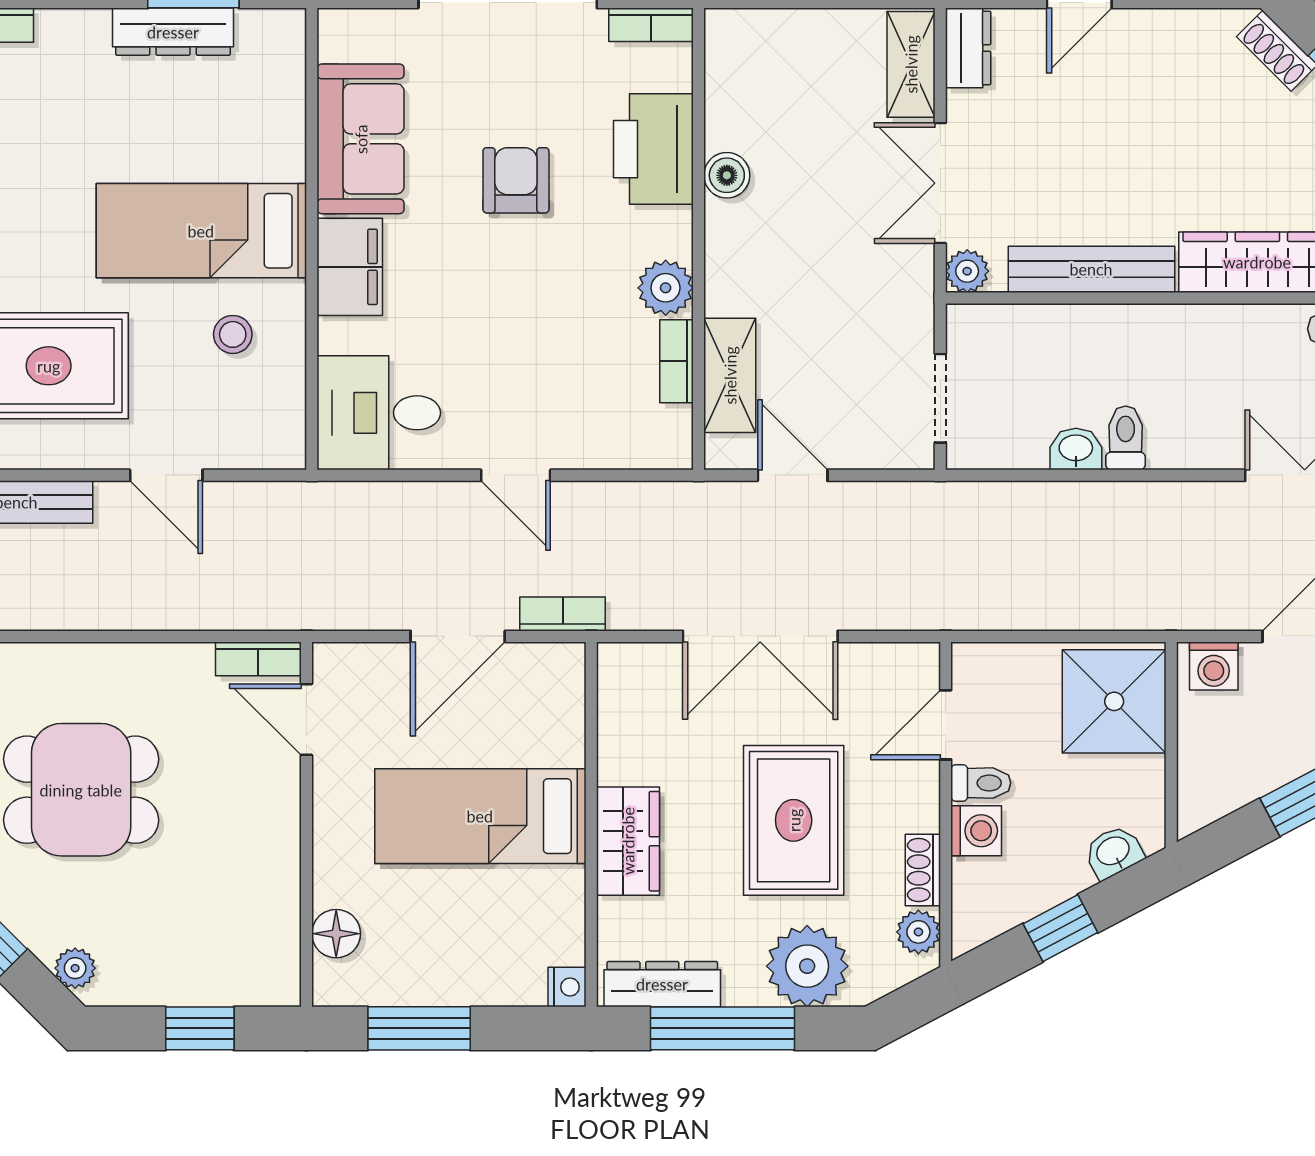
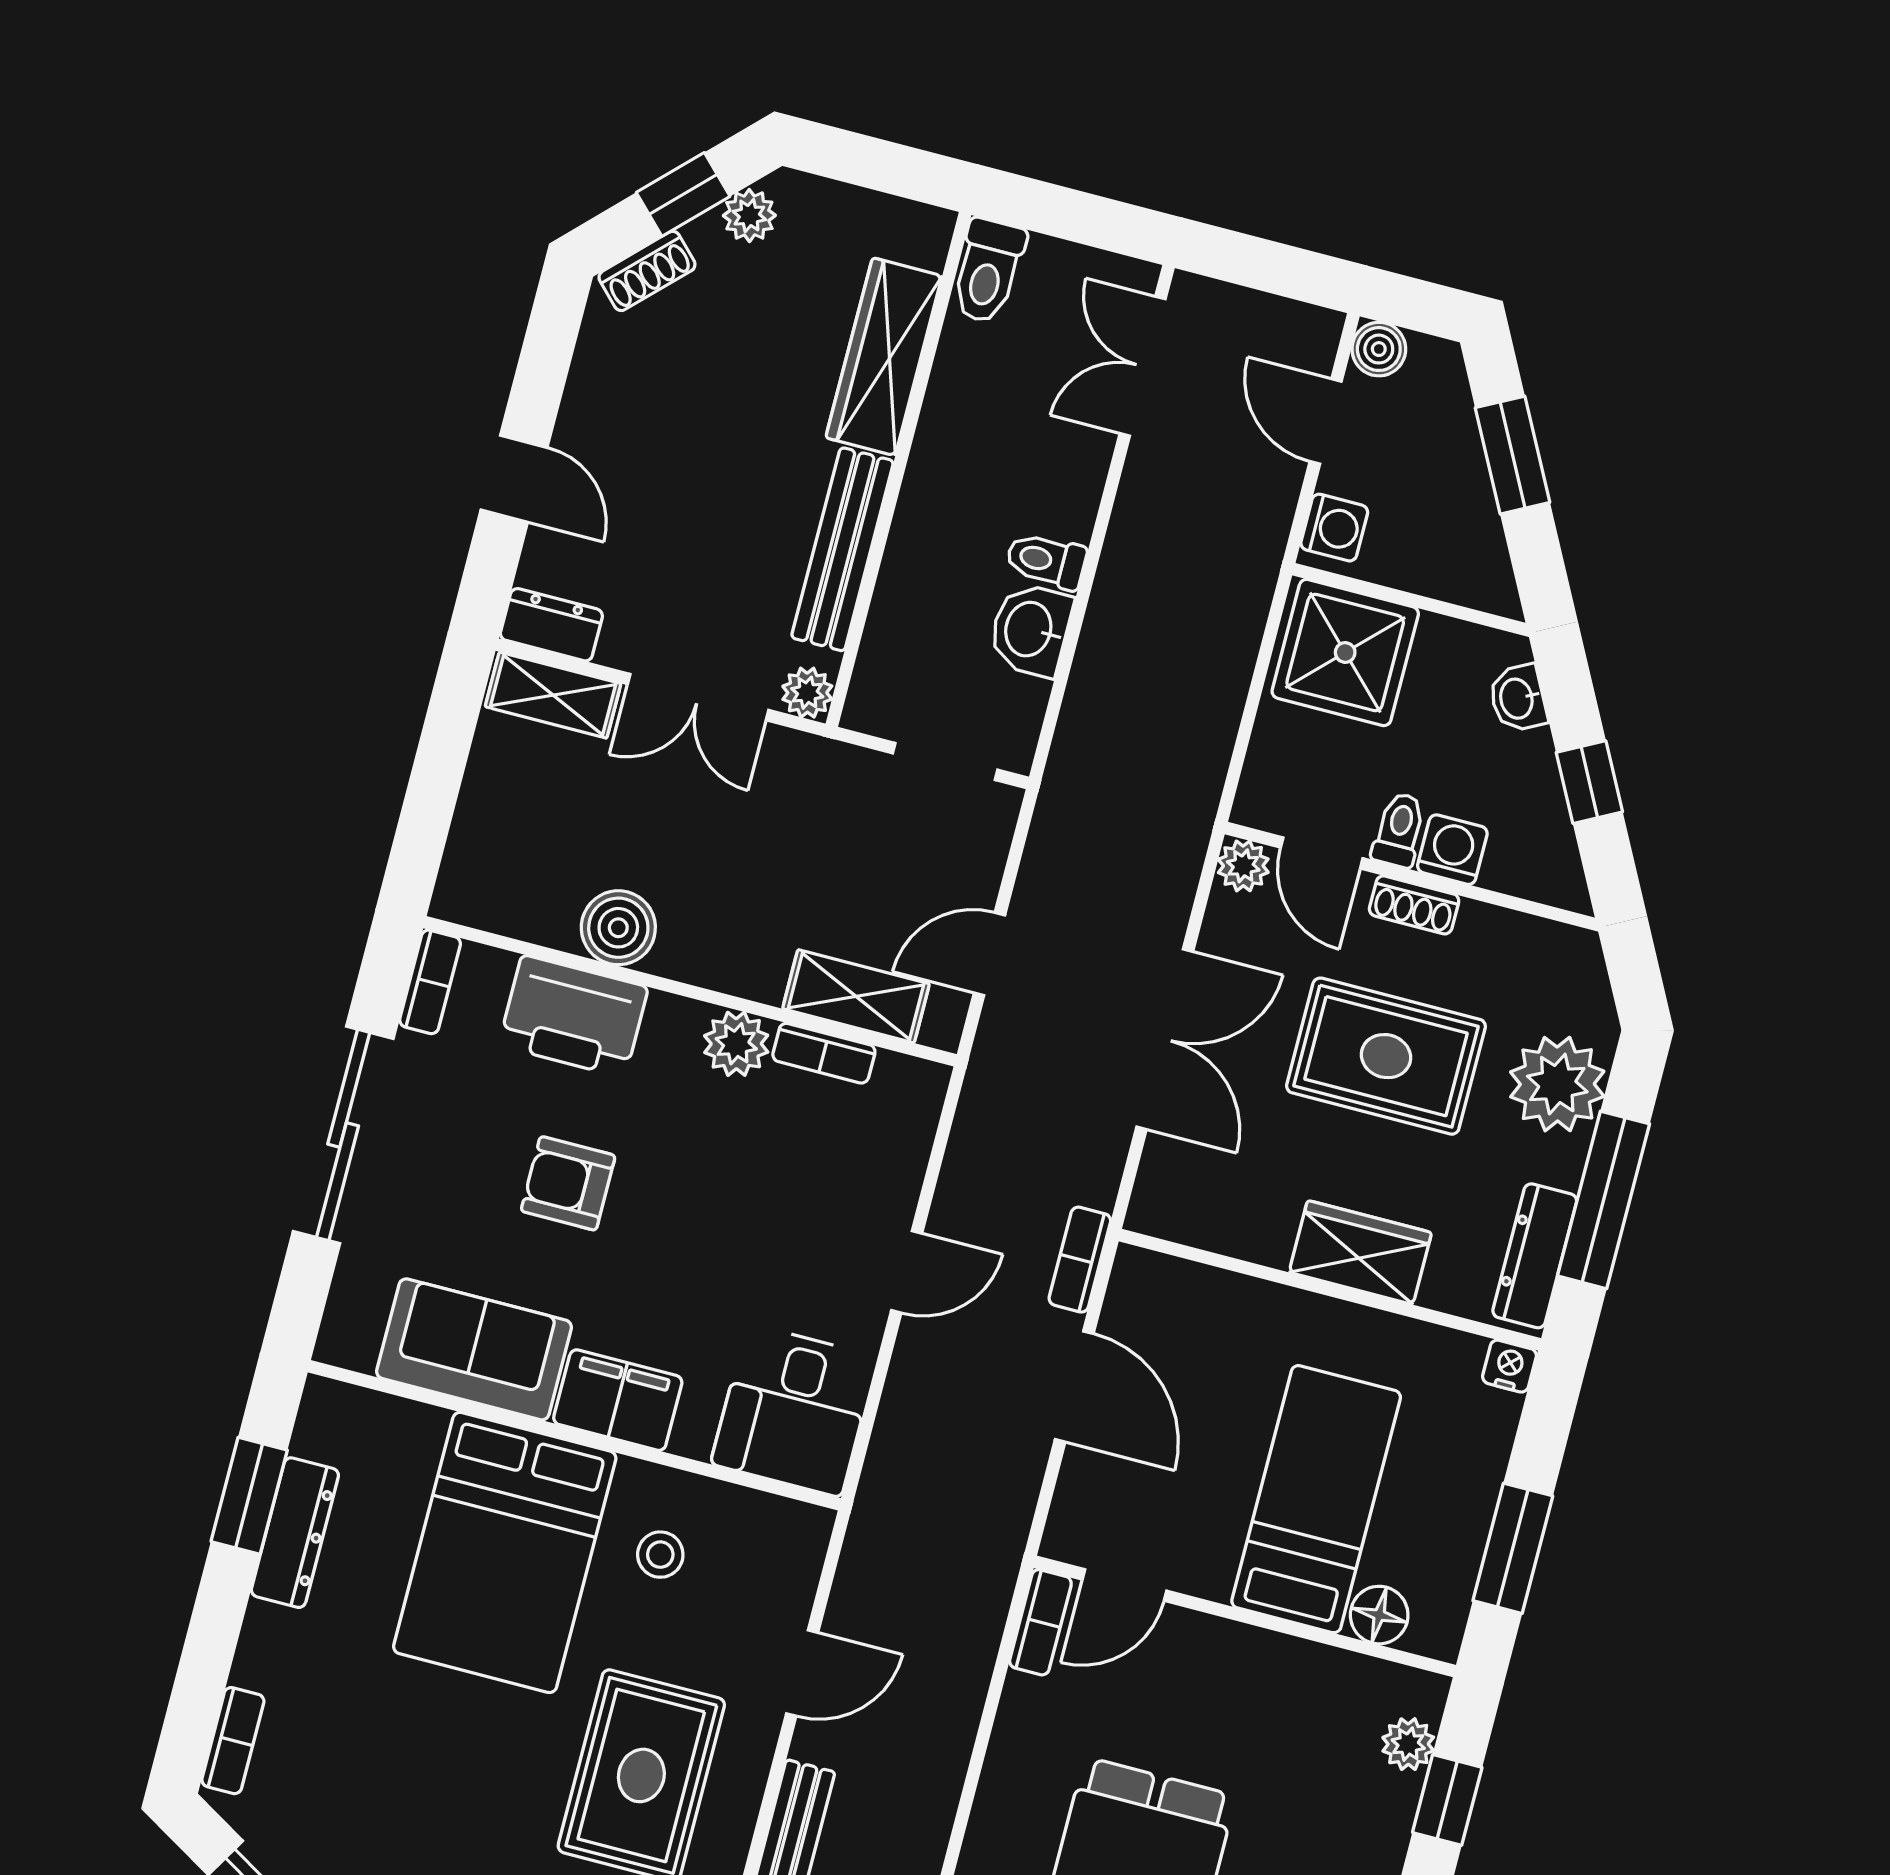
boiler: (727, 175) -> (618, 928), width x1.36, depth x1.36
bed: (201, 231) -> (505, 1552), width x1.50
washbasin: (1076, 449) -> (1030, 630), width x1.38, depth x1.45
bed: (480, 816) -> (1316, 1499), moved, turned 180
shoe rack: (923, 870) -> (1414, 905), moved
plant: (918, 932) -> (1243, 866), moved
plant: (237, 985) -> (1408, 1744), added

